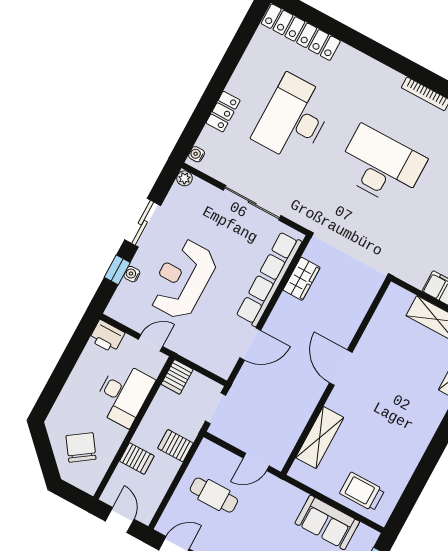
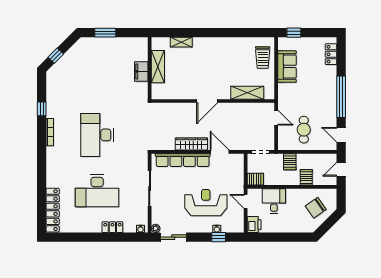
sliding door: (143, 223) -> (173, 237), moved
reception desk: (182, 279) -> (206, 203), turned 180
wardrobe: (302, 279) -> (191, 144), moved, width x1.50
desk: (123, 394) -> (274, 201), width x0.73

